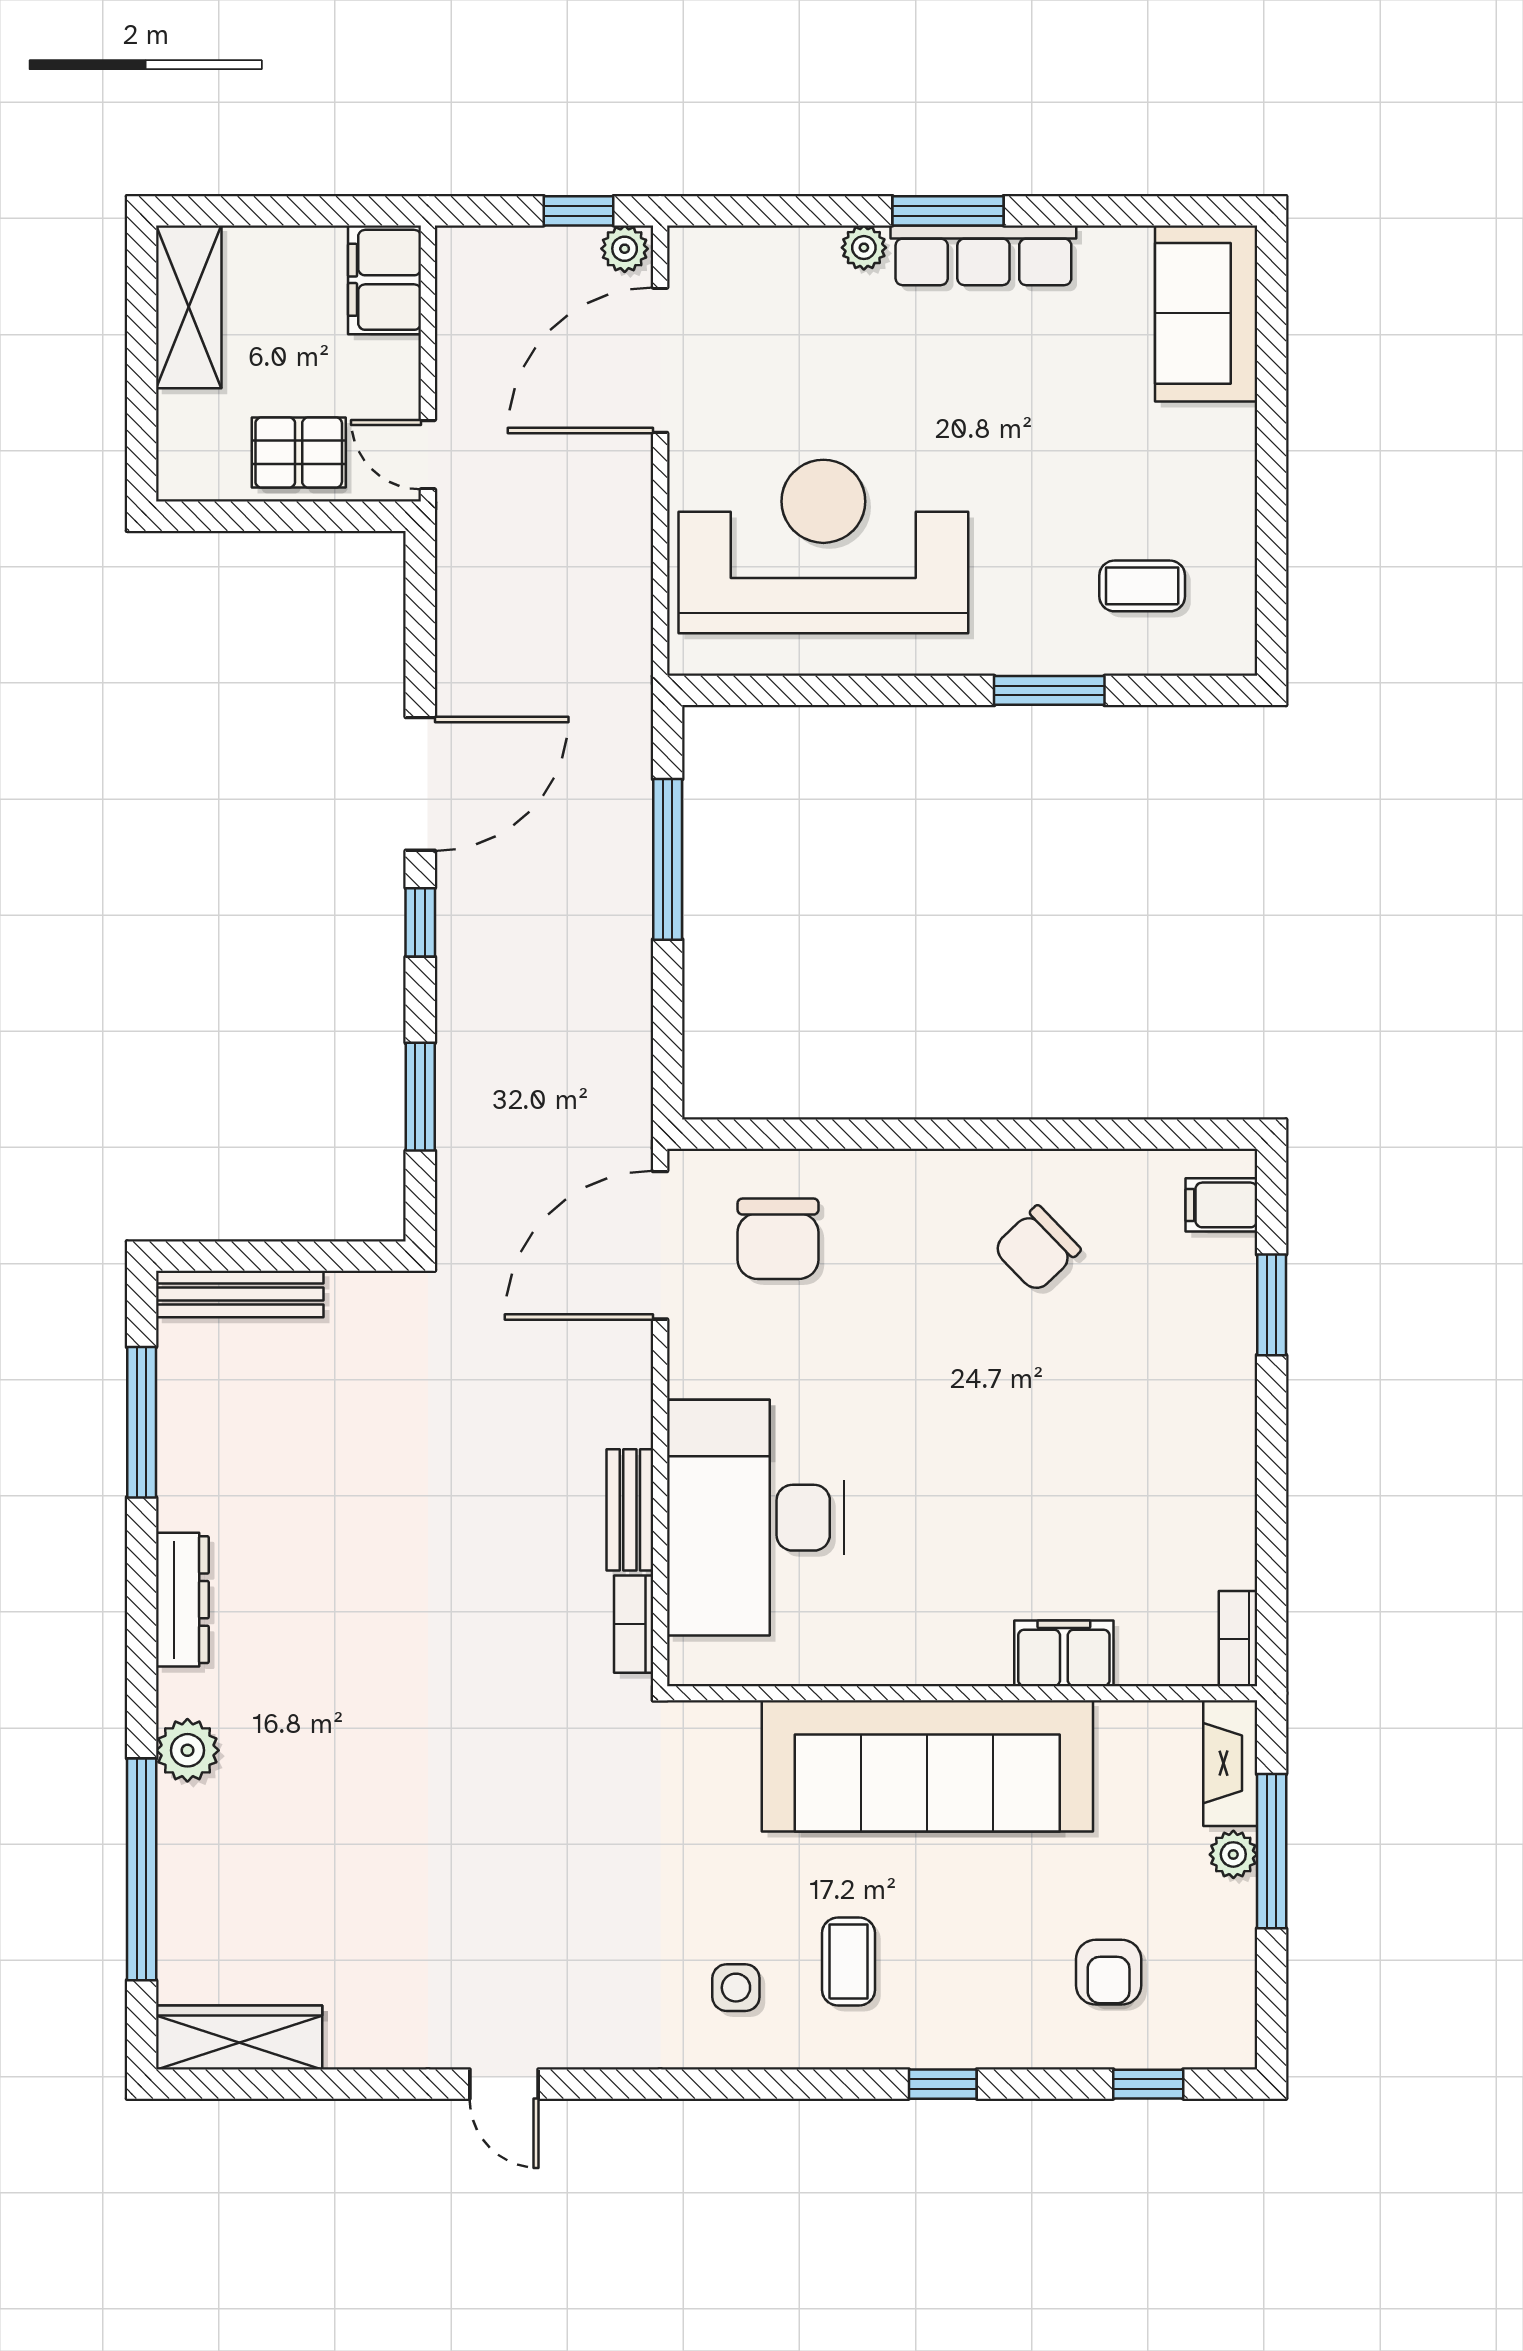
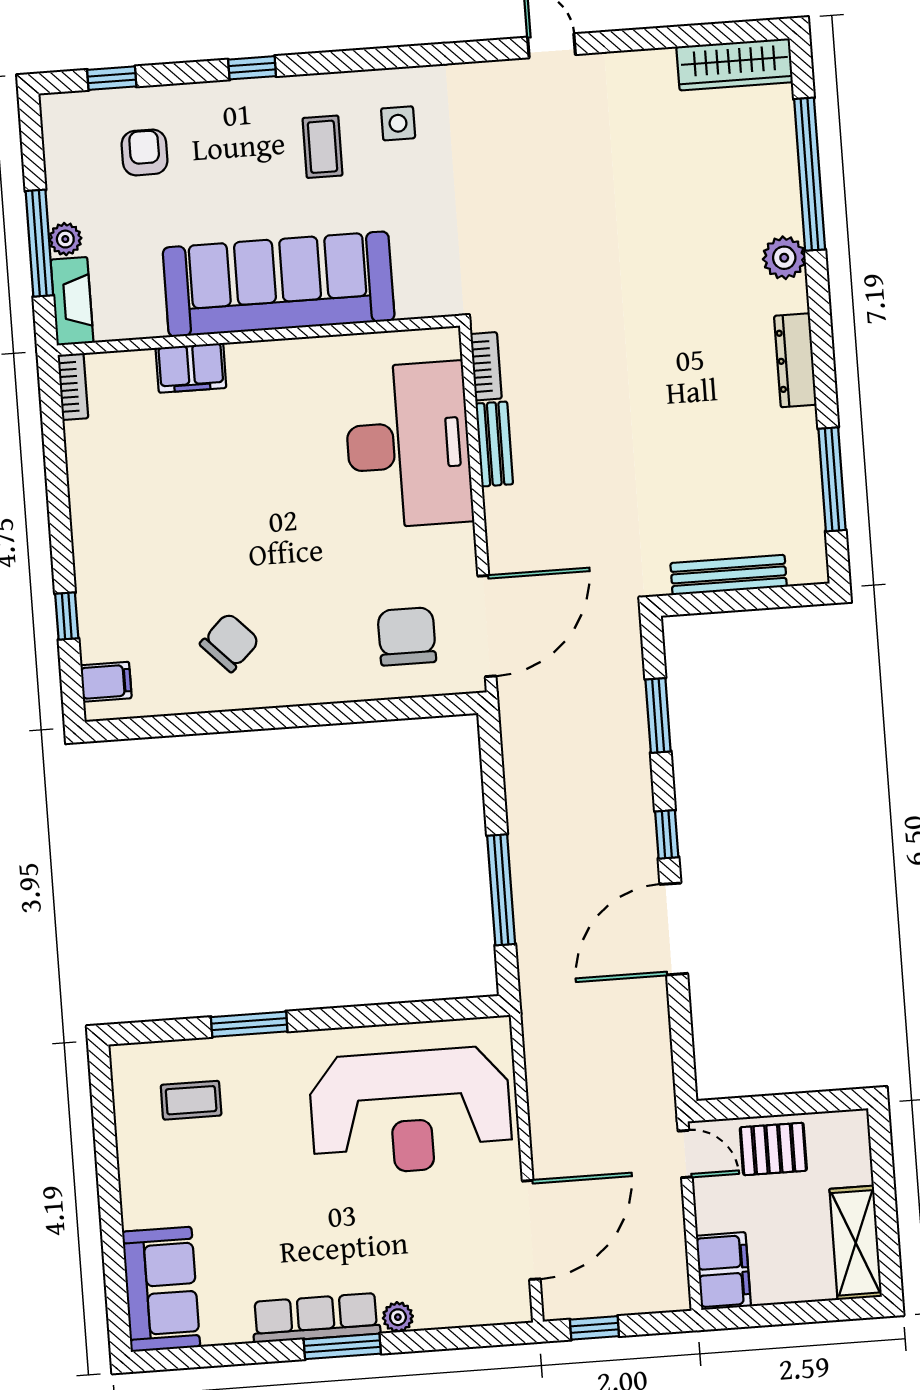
plant: (625, 249) -> (561, 1304), removed
bench: (240, 1294) -> (729, 575), moved
window: (1272, 1305) -> (67, 616), width x0.67

